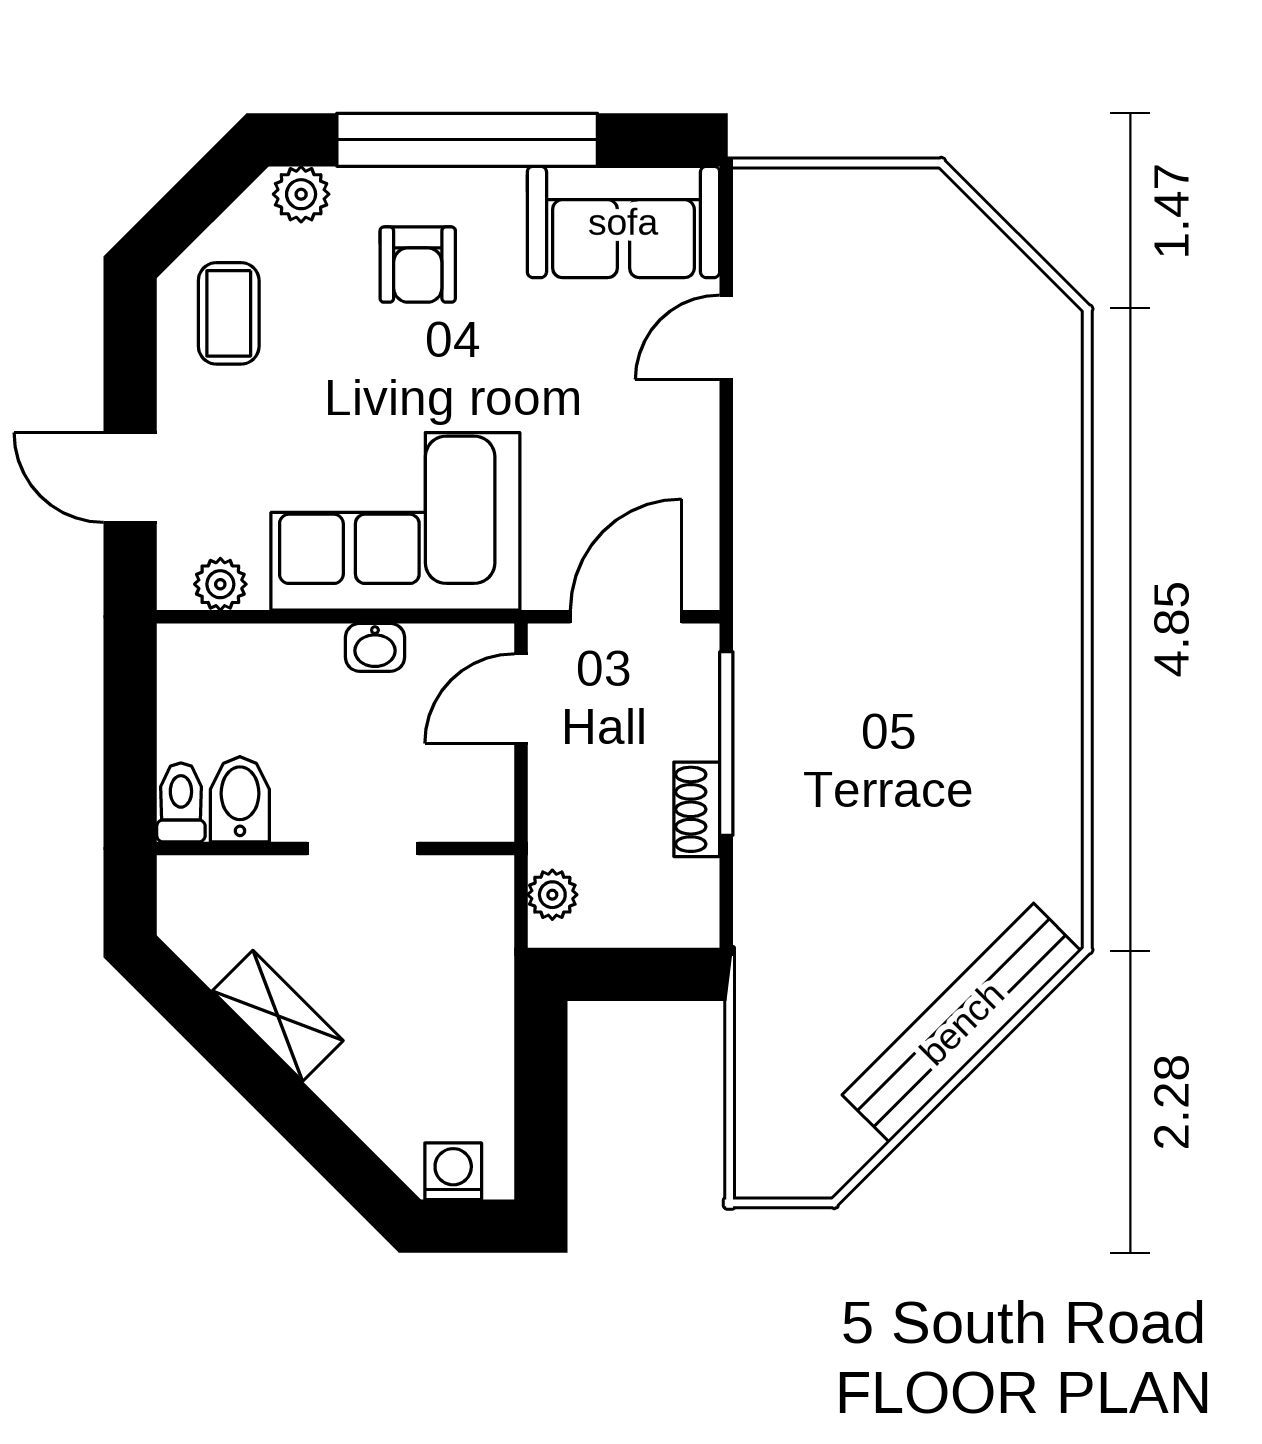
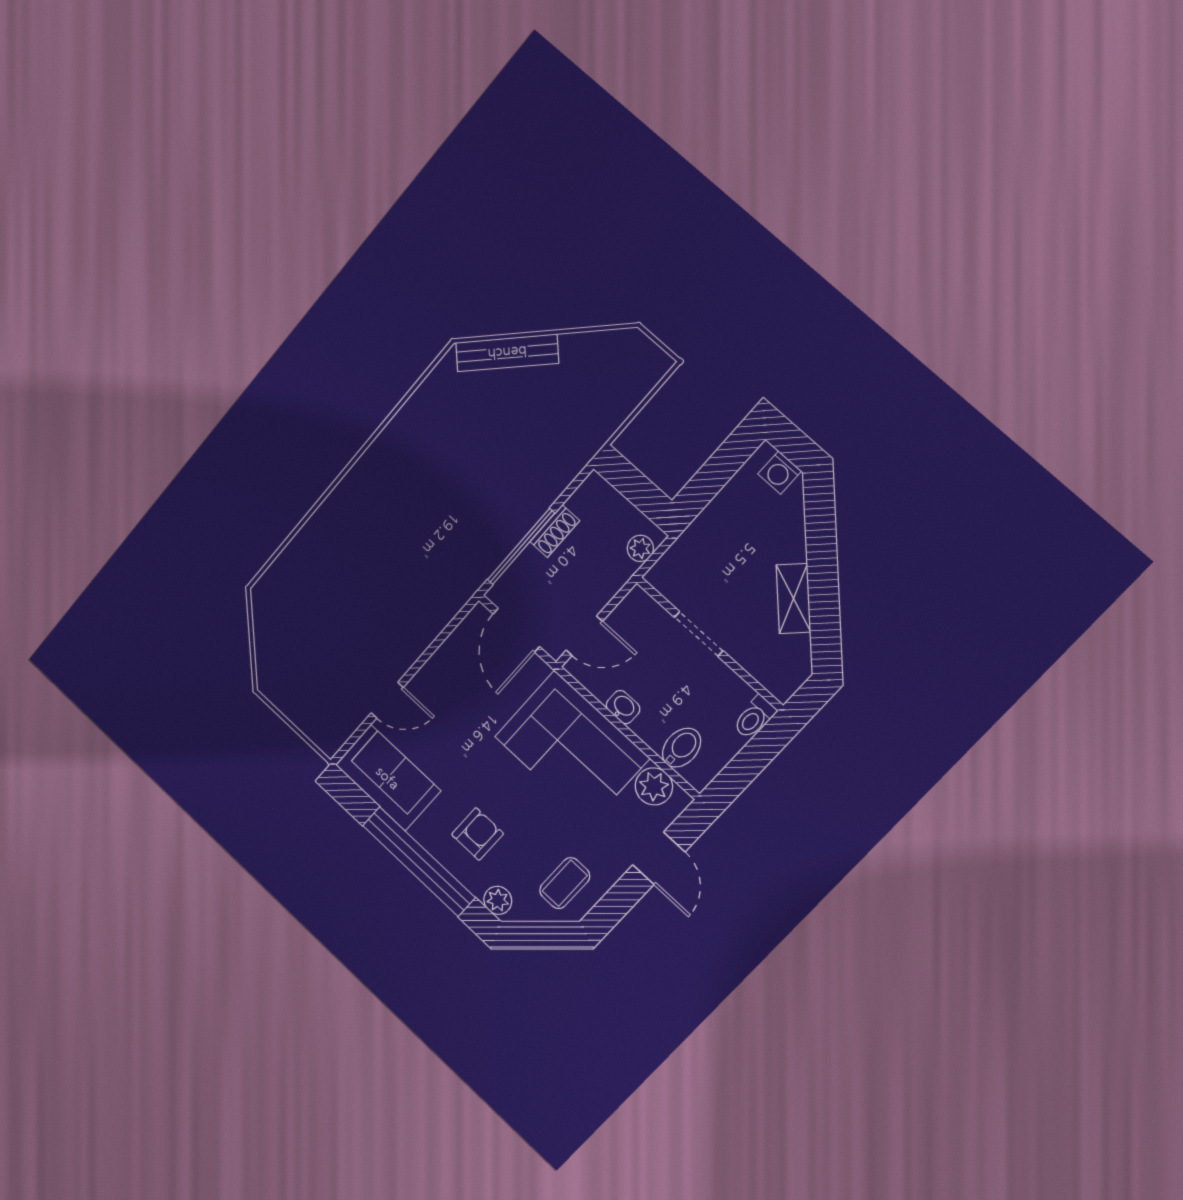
plant: (220, 584) -> (654, 786), width x1.38, depth x1.38
door: (626, 617) -> (516, 630), hinge flipped
bidet: (240, 799) -> (682, 748), moved, turned 180
bench: (962, 1023) -> (507, 353), width x0.73, depth x0.82

